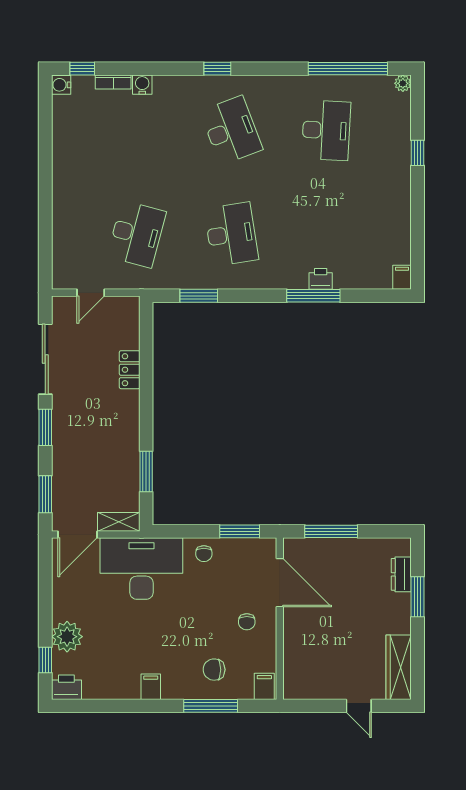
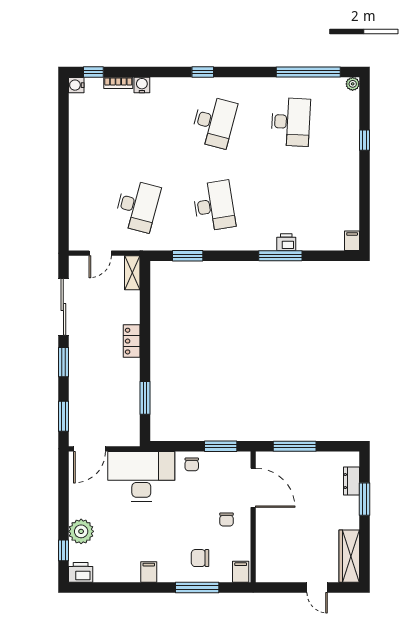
desk: (231, 130) -> (214, 122), turned 36
locker: (130, 370) -> (132, 341), moved
shelving: (119, 522) -> (132, 273), moved, turned 90

